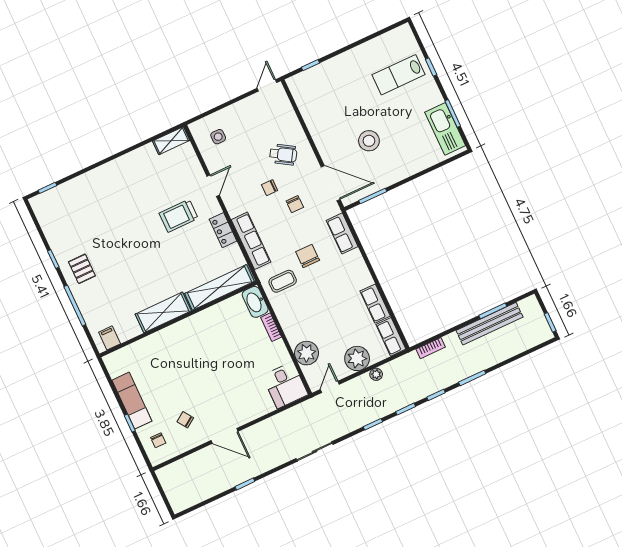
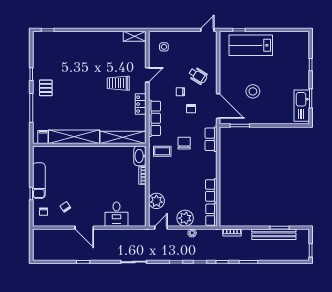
lab bench: (399, 75) -> (251, 45), moved, width x1.36, depth x1.39
shelving: (163, 312) -> (74, 137), width x1.47
desk: (285, 385) -> (116, 214), moved

